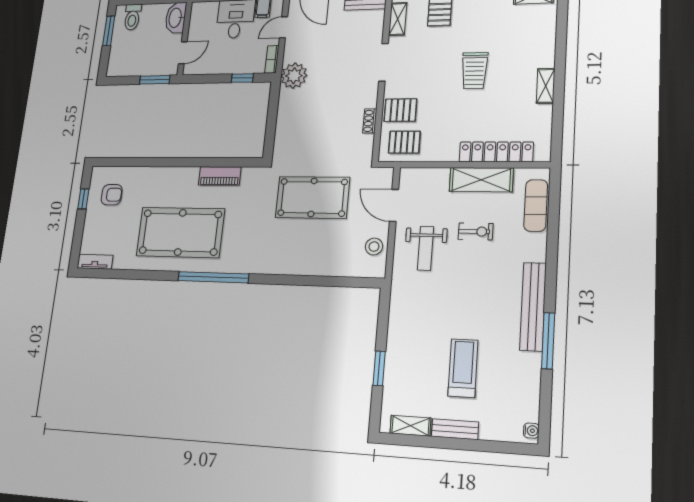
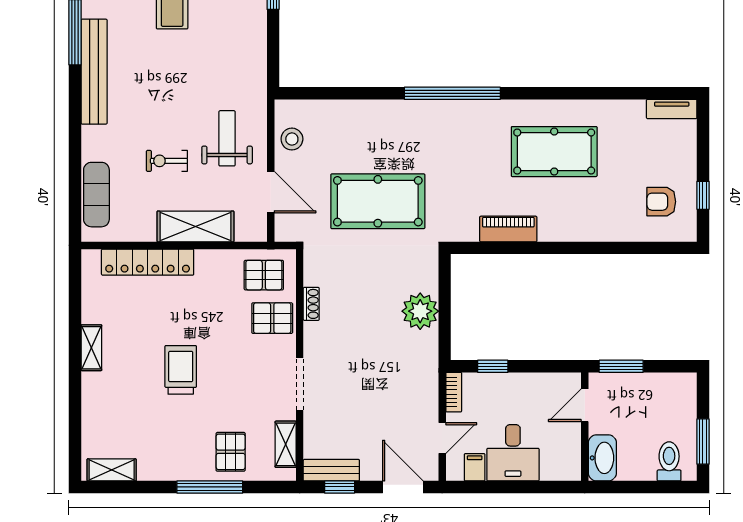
plant: (294, 76) -> (420, 311), moved
shelving: (481, 180) -> (195, 226), moved
pool table: (180, 232) -> (554, 152), width x0.73, depth x0.76
window: (213, 277) -> (452, 93), moved

